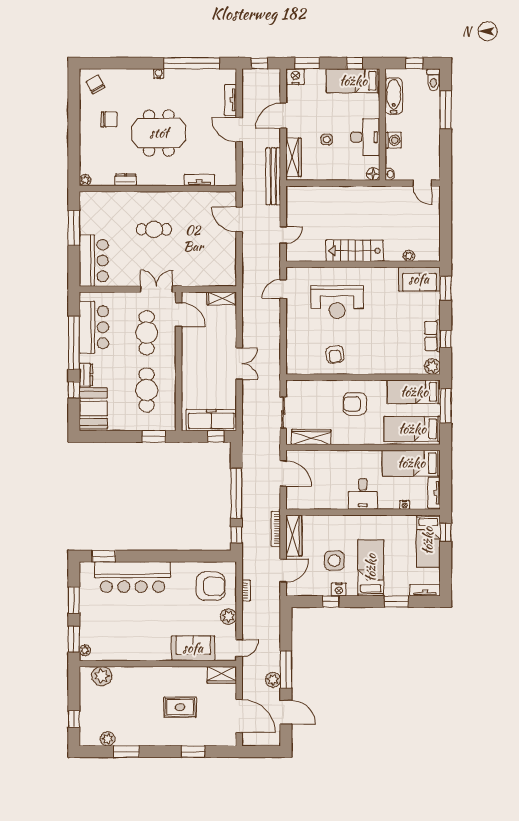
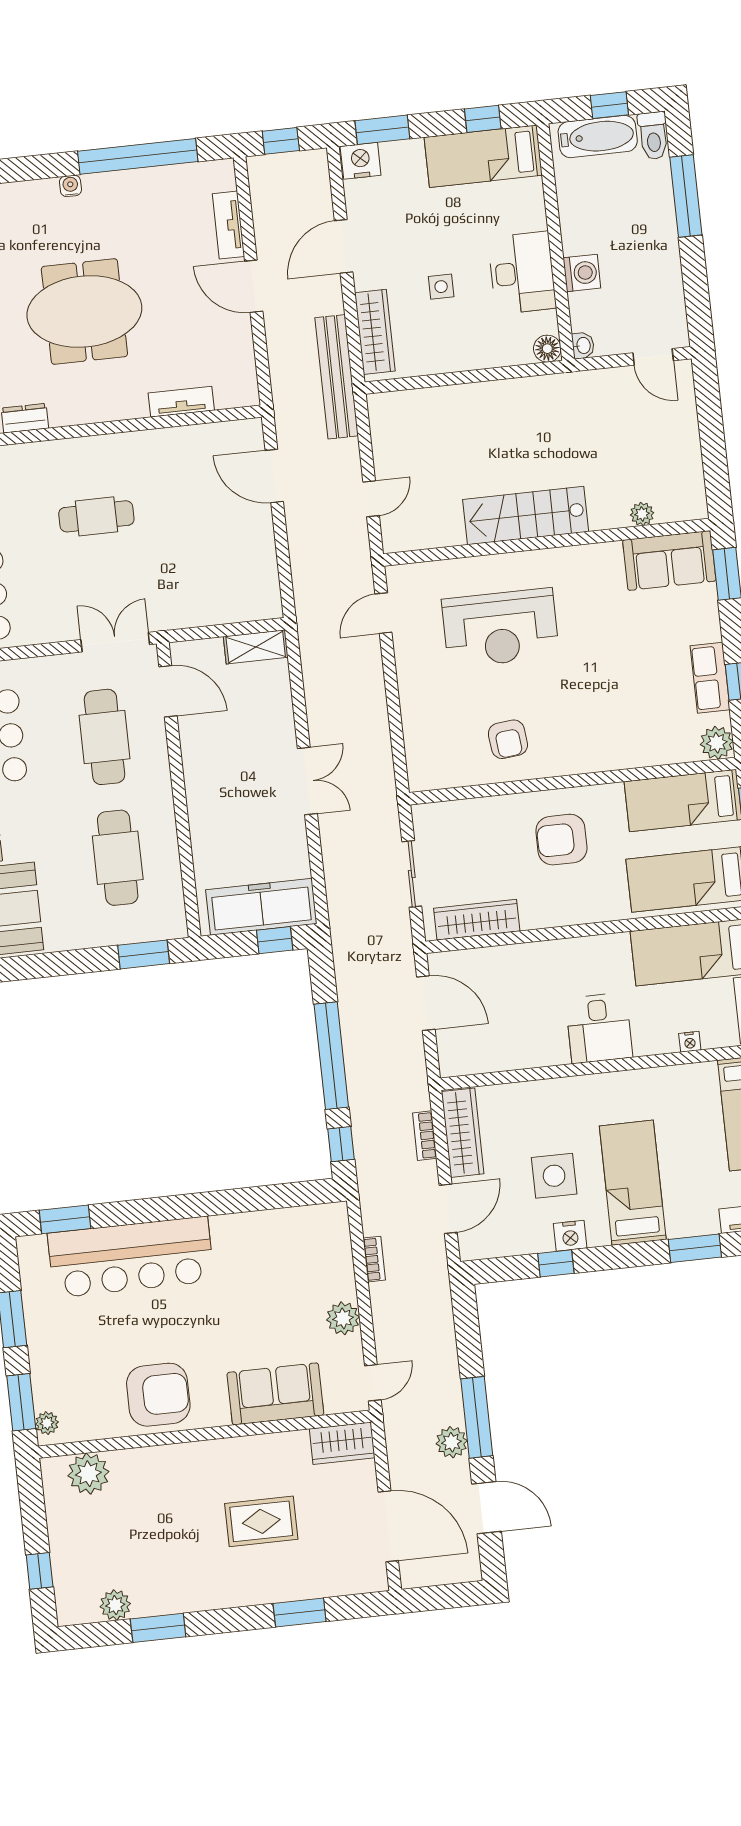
bathtub: (394, 96) -> (598, 137), moved, turned 90
bookcase: (276, 529) -> (425, 1136), width x0.64
armchair: (211, 586) -> (158, 1395), moved

